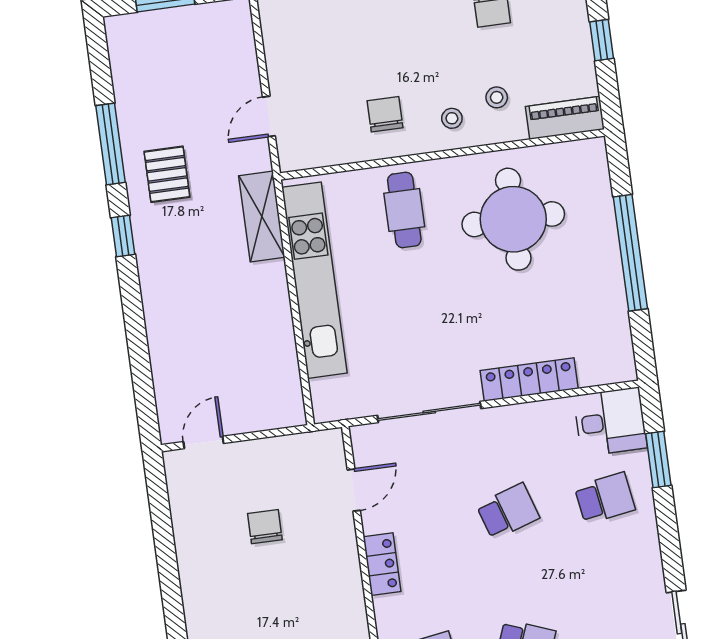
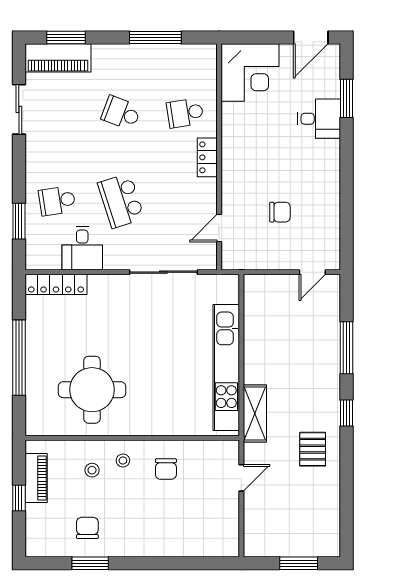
piano: (565, 118) -> (36, 478), moved, turned -90
window: (111, 144) -> (347, 348), moved
cafe table: (404, 210) -> (162, 405), removed
locker: (529, 380) -> (56, 284), moved
desk: (610, 422) -> (82, 248), moved, turned -90
school desk: (508, 511) -> (121, 201), width x1.85
chair: (265, 527) -> (280, 212), turned -90
locker: (382, 564) -> (207, 157), moved

